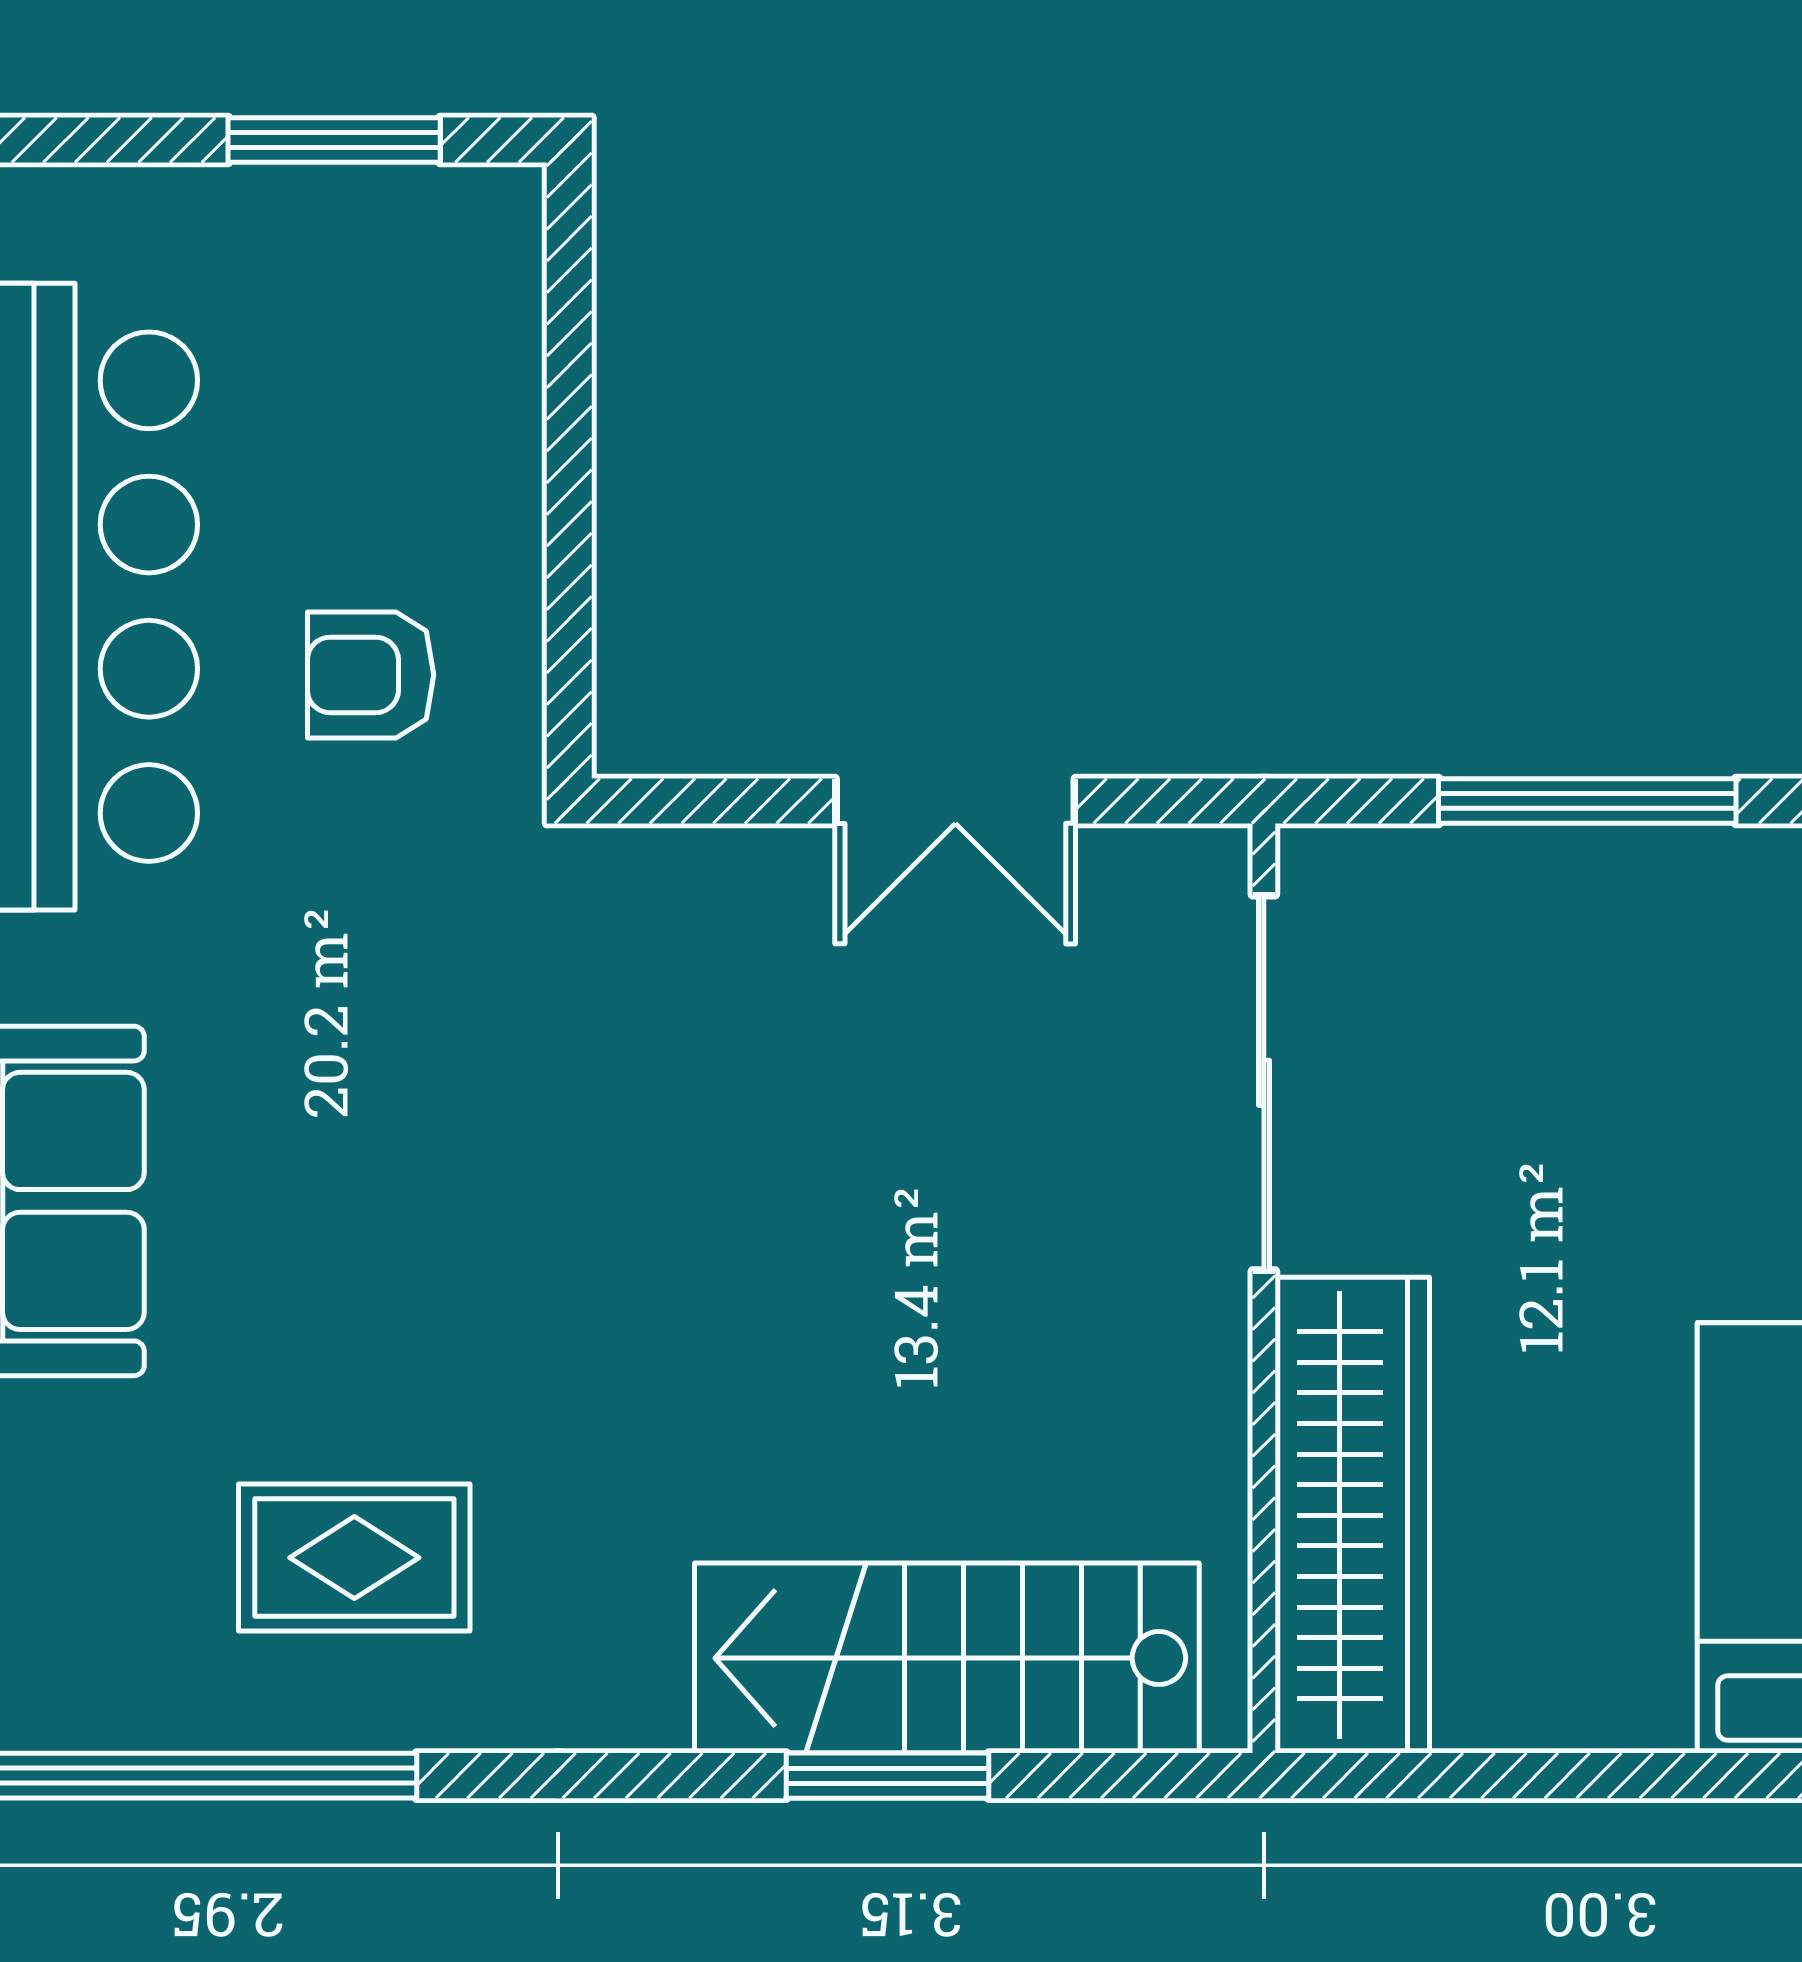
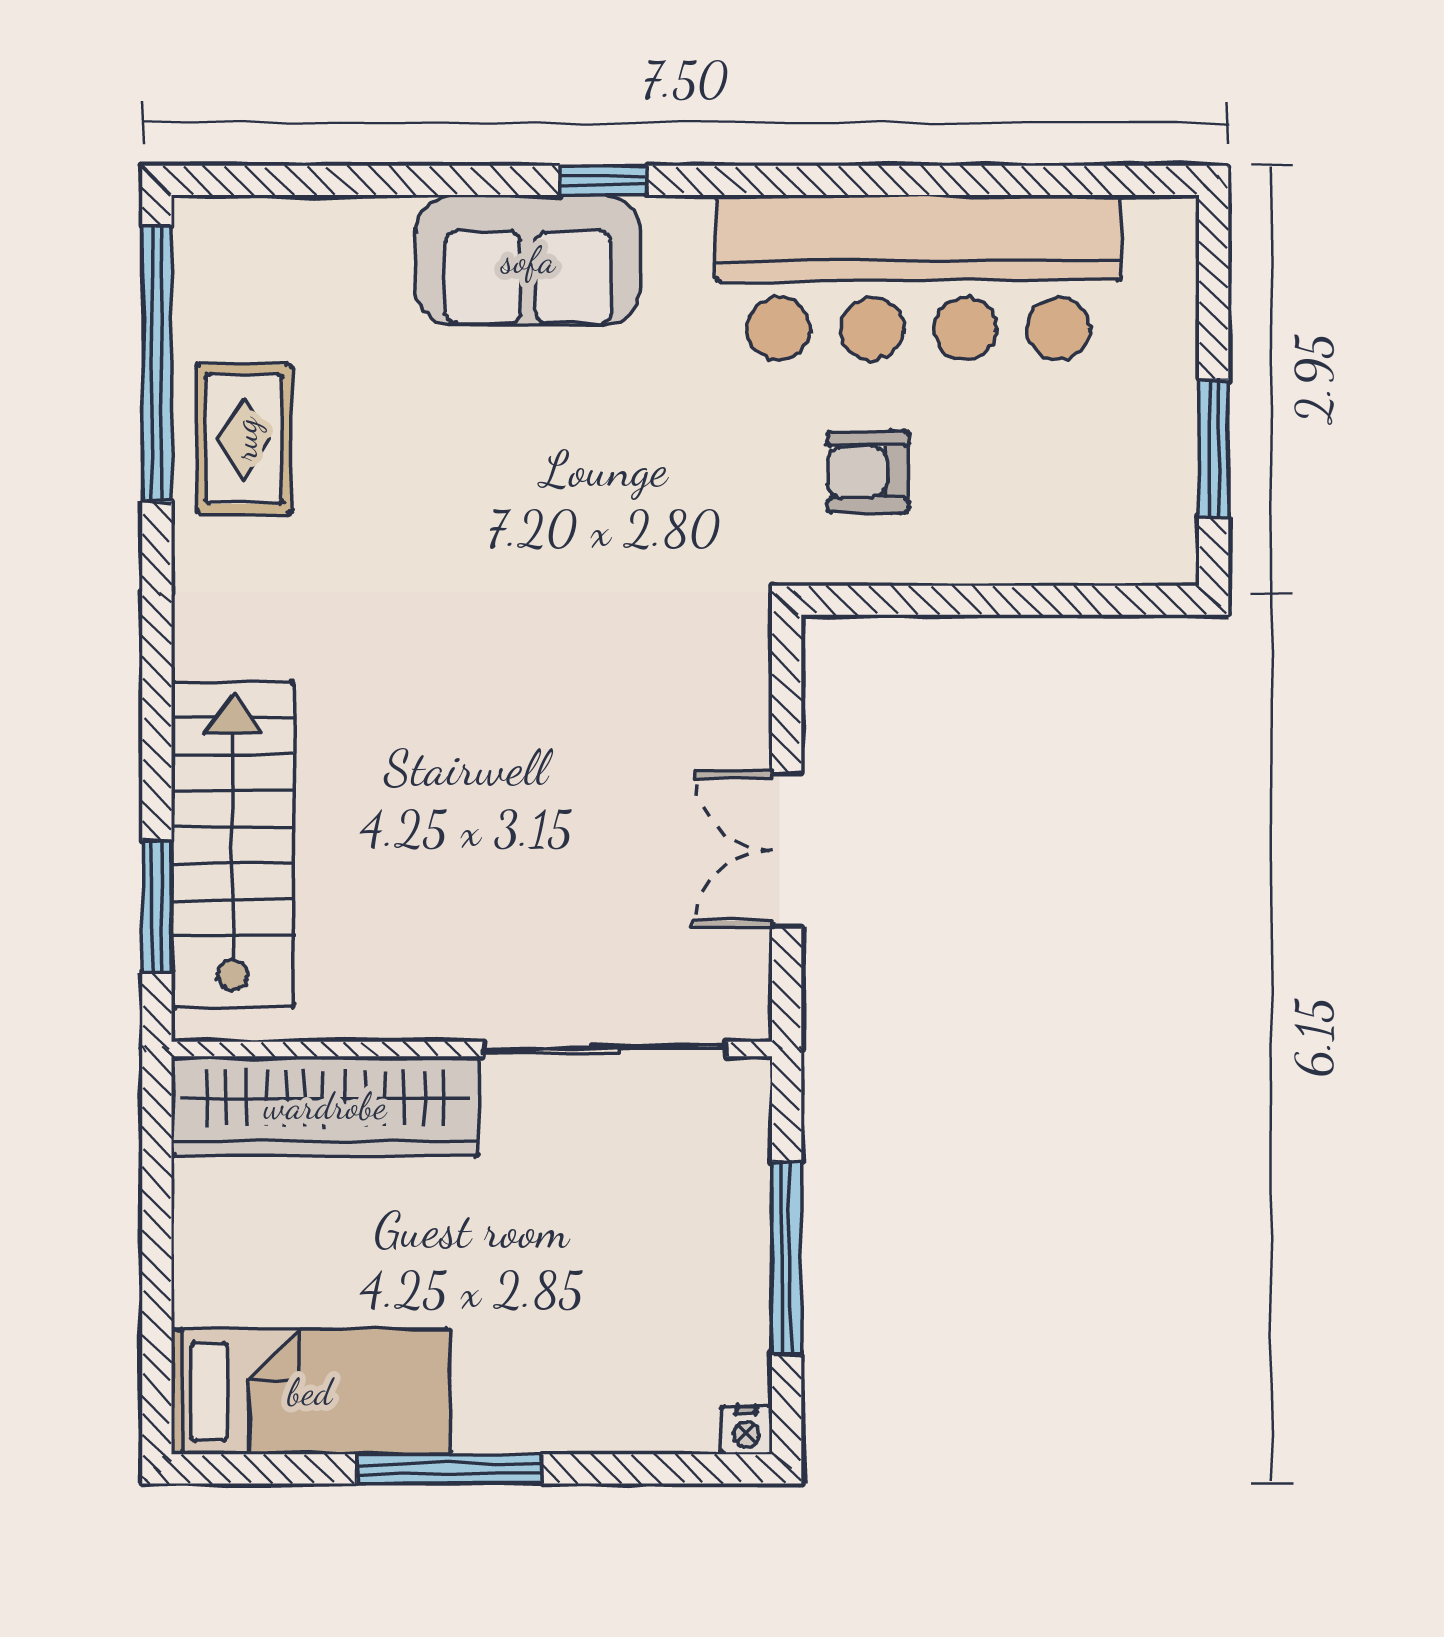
armchair: (371, 675) -> (868, 472), turned -90
rug: (354, 1558) -> (244, 439), moved
window: (888, 1776) -> (157, 907), moved

